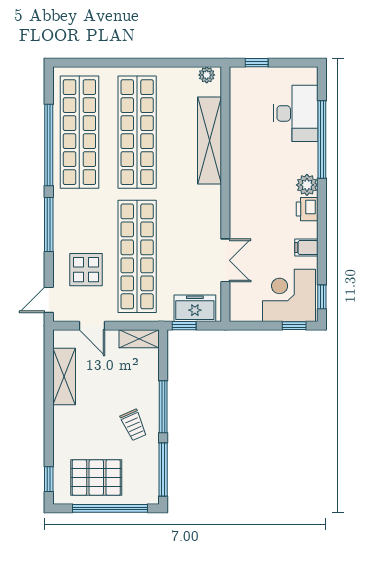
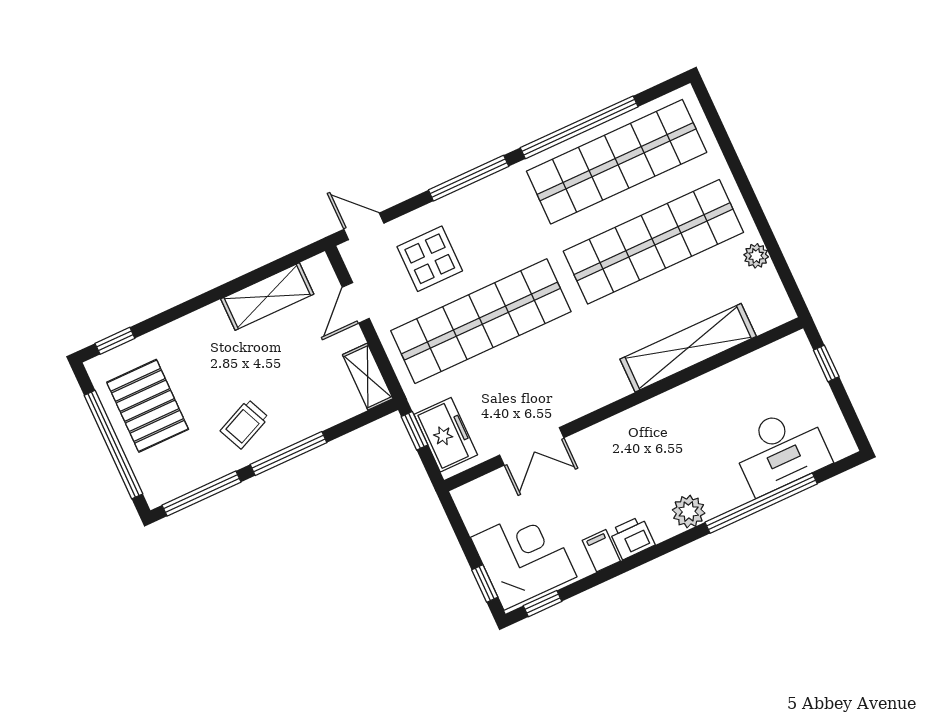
plant: (207, 75) -> (756, 256), moved
printer: (307, 209) -> (632, 538), moved

